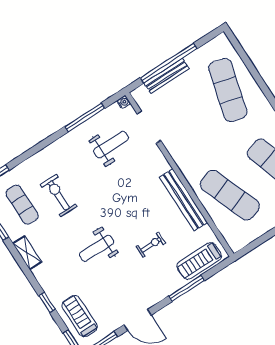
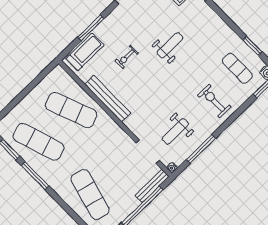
bench: (167, 76) -> (152, 186), moved
exercise bike: (59, 195) -> (214, 101), moved, turned 180
shelving: (27, 253) -> (225, 30), removed

